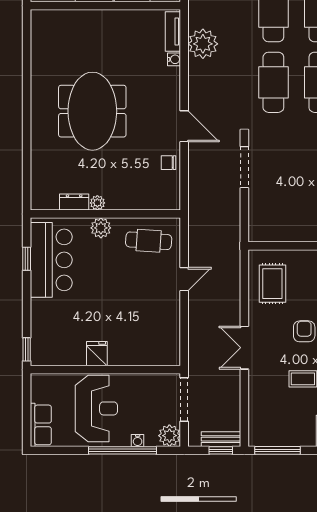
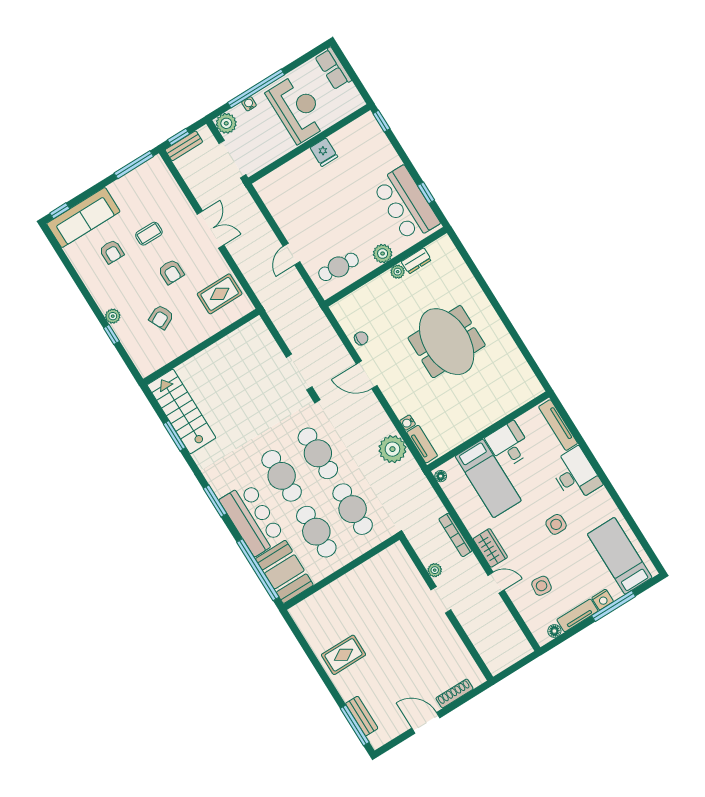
rug: (272, 284) -> (220, 294), turned 90
reception desk: (96, 408) -> (297, 109), turned 180

